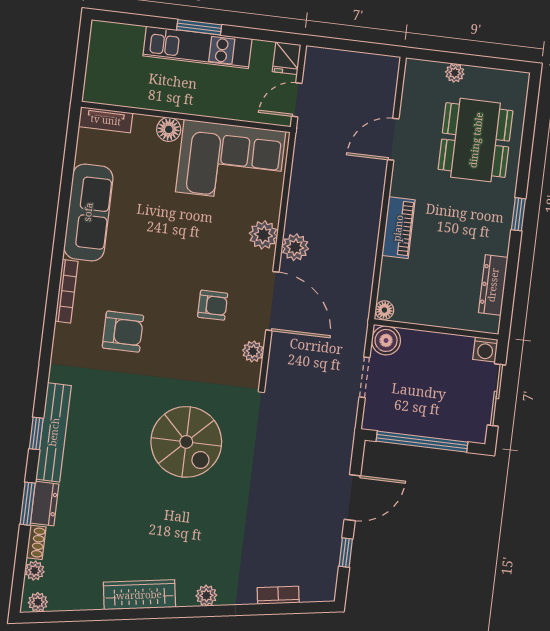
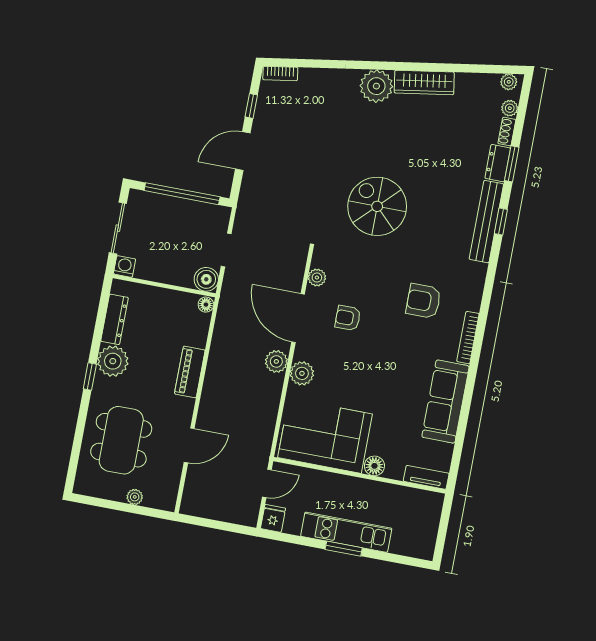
plant: (492, 234) -> (113, 361), added
plant: (206, 595) -> (376, 86), width x1.88, depth x1.88
bookcase: (278, 595) -> (280, 74), moved

